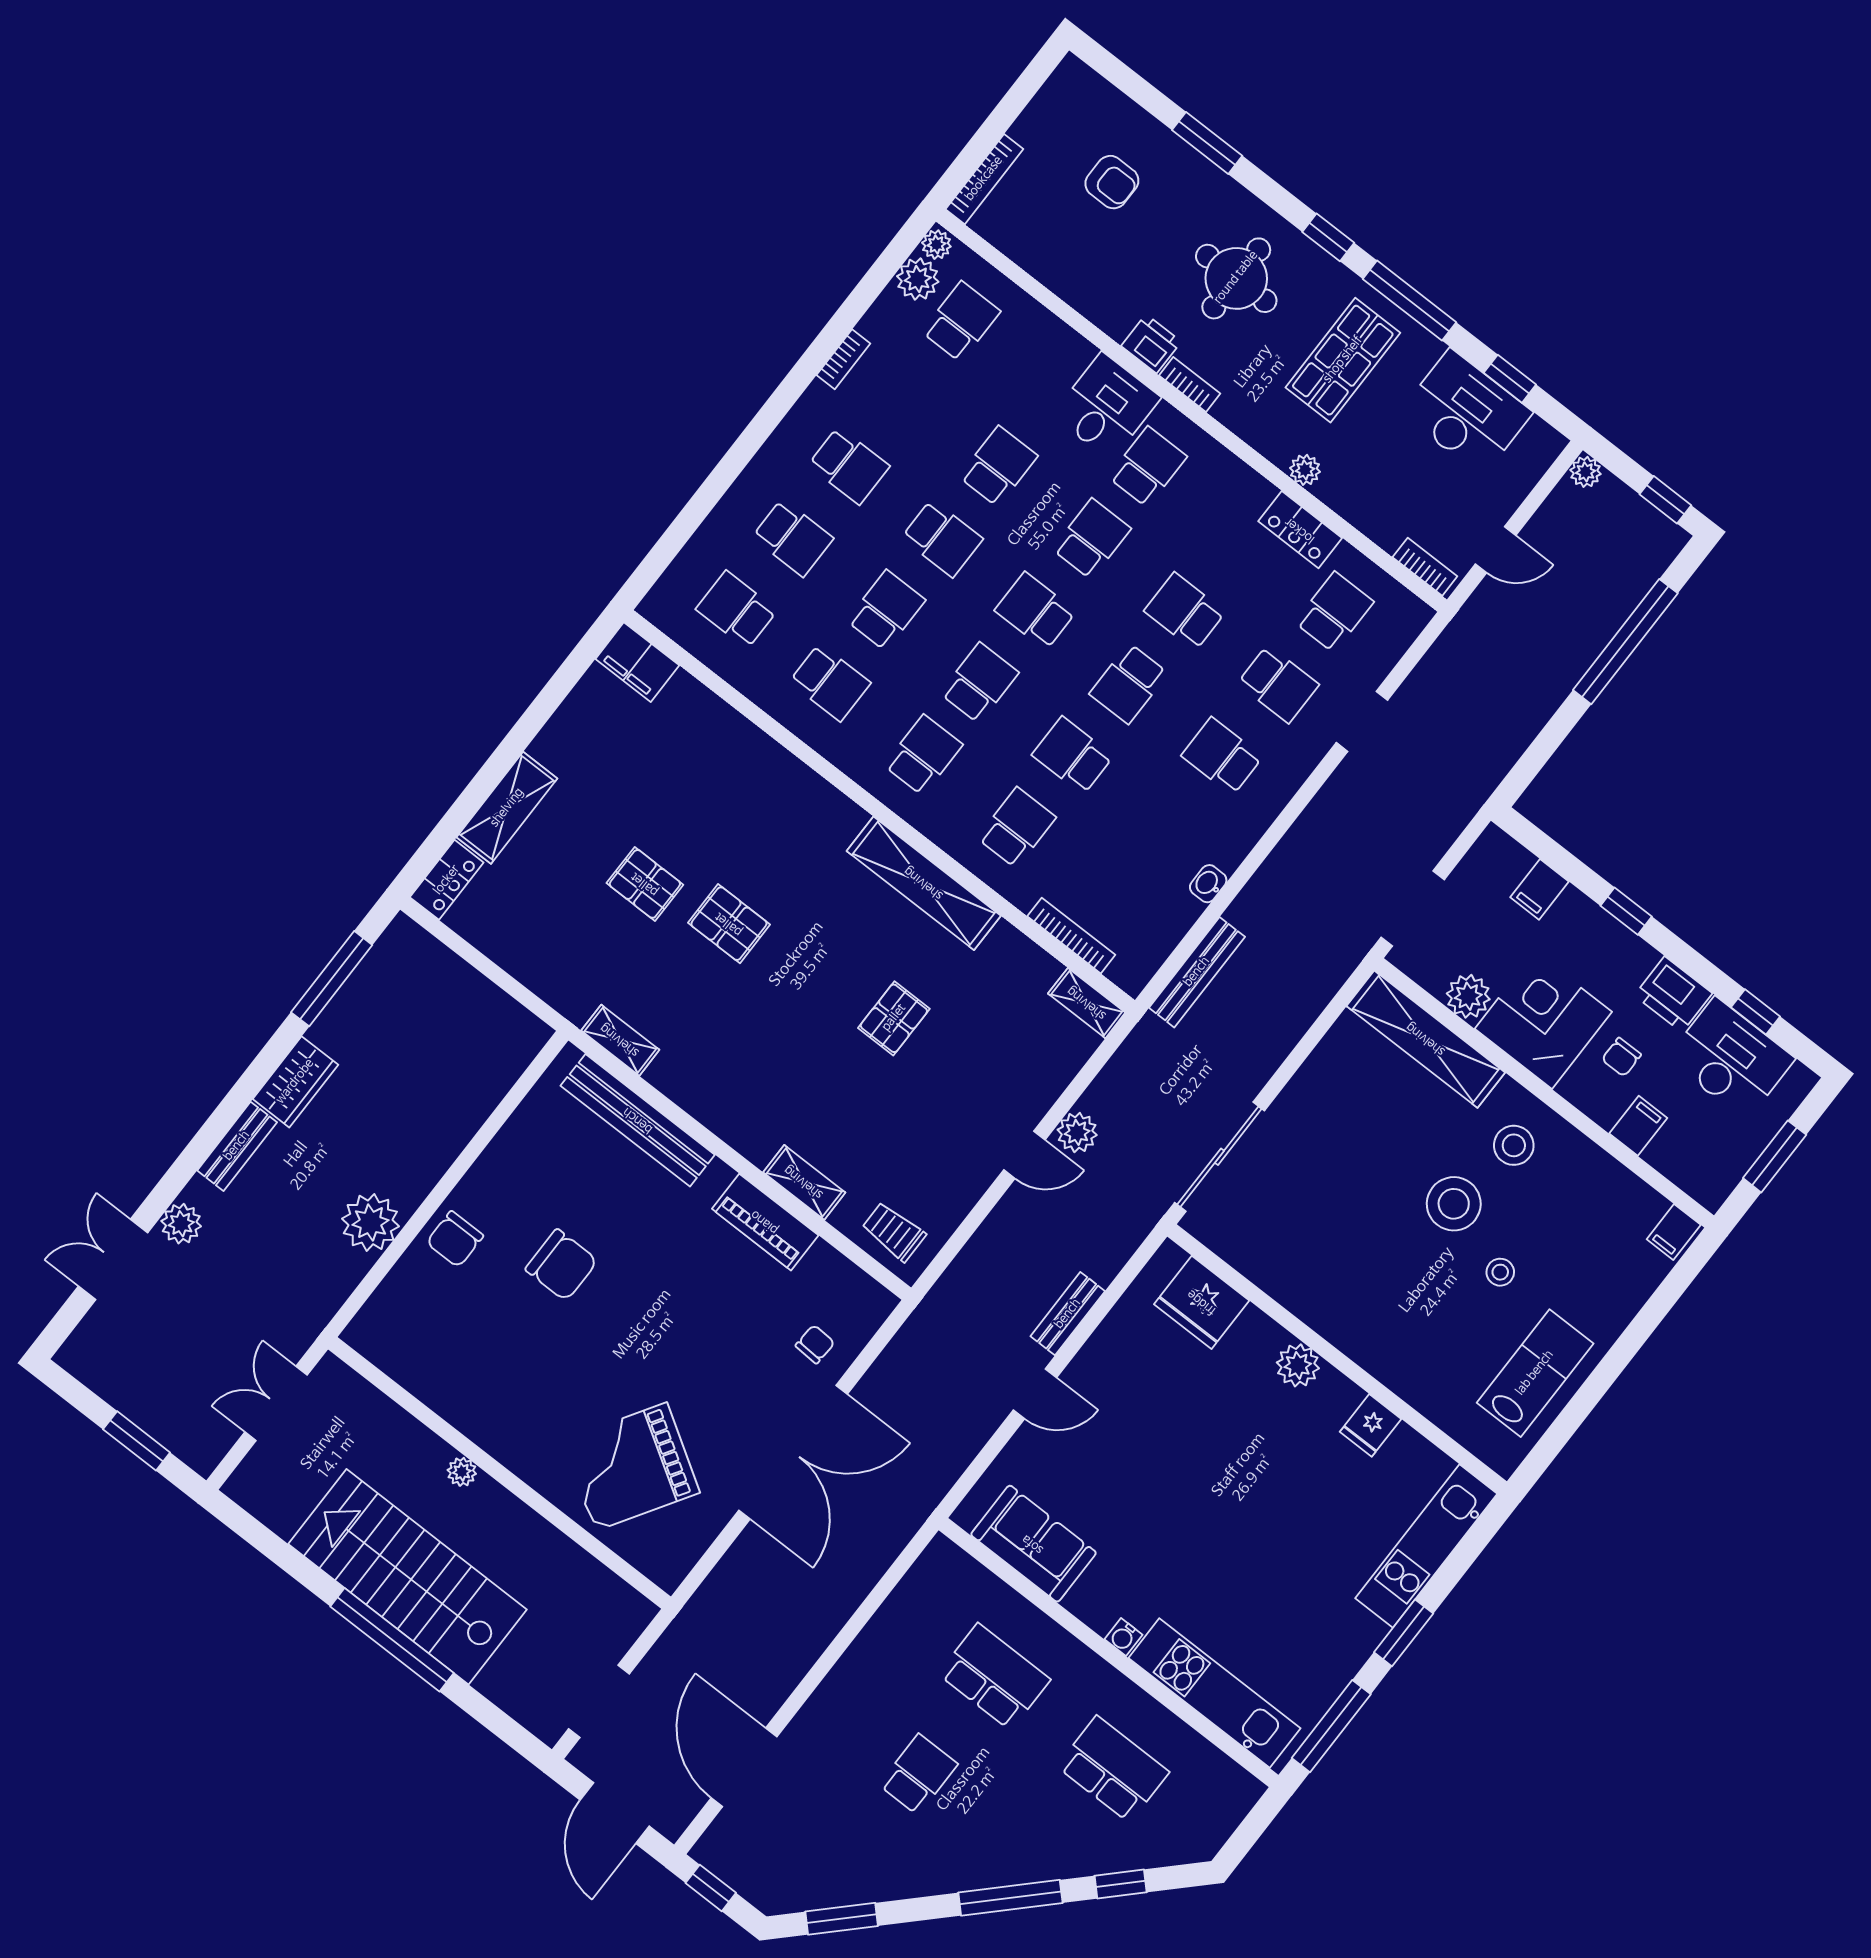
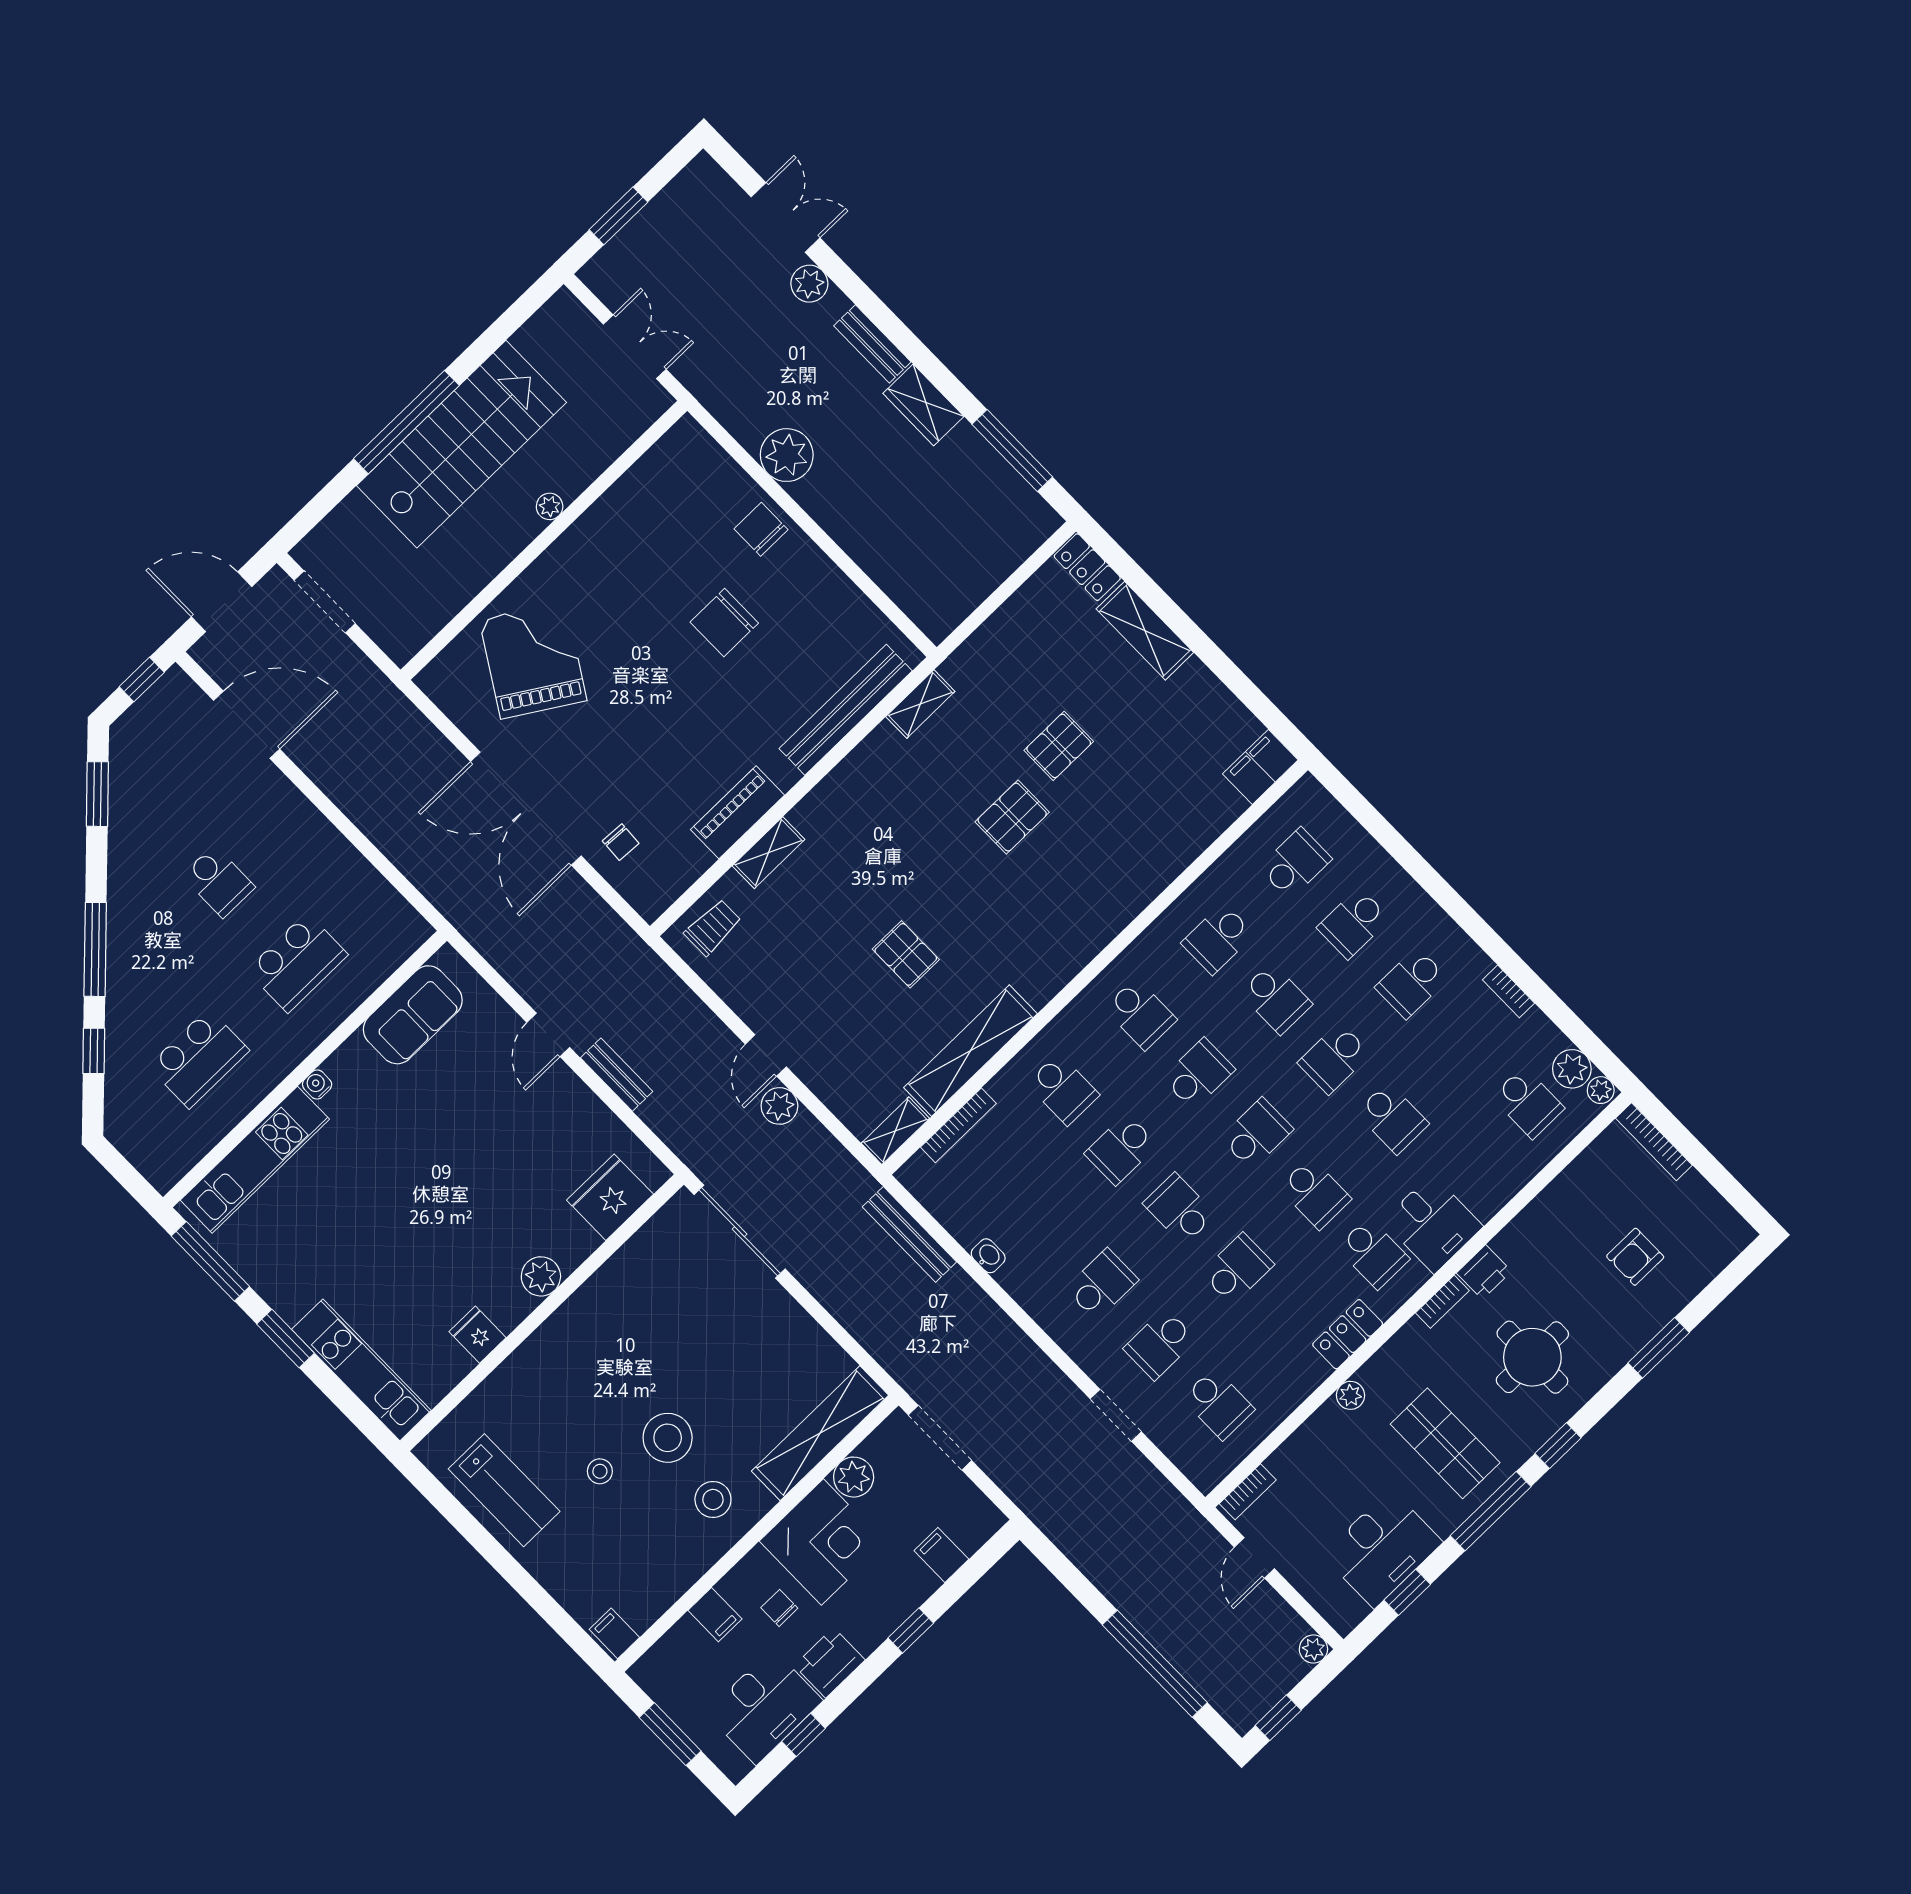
locker: (1300, 530) -> (1348, 1334), moved
school desk: (979, 683) -> (1199, 1074), turned -90
school desk: (1073, 756) -> (1121, 1149), turned 180
shelving: (924, 883) -> (970, 1051), moved

